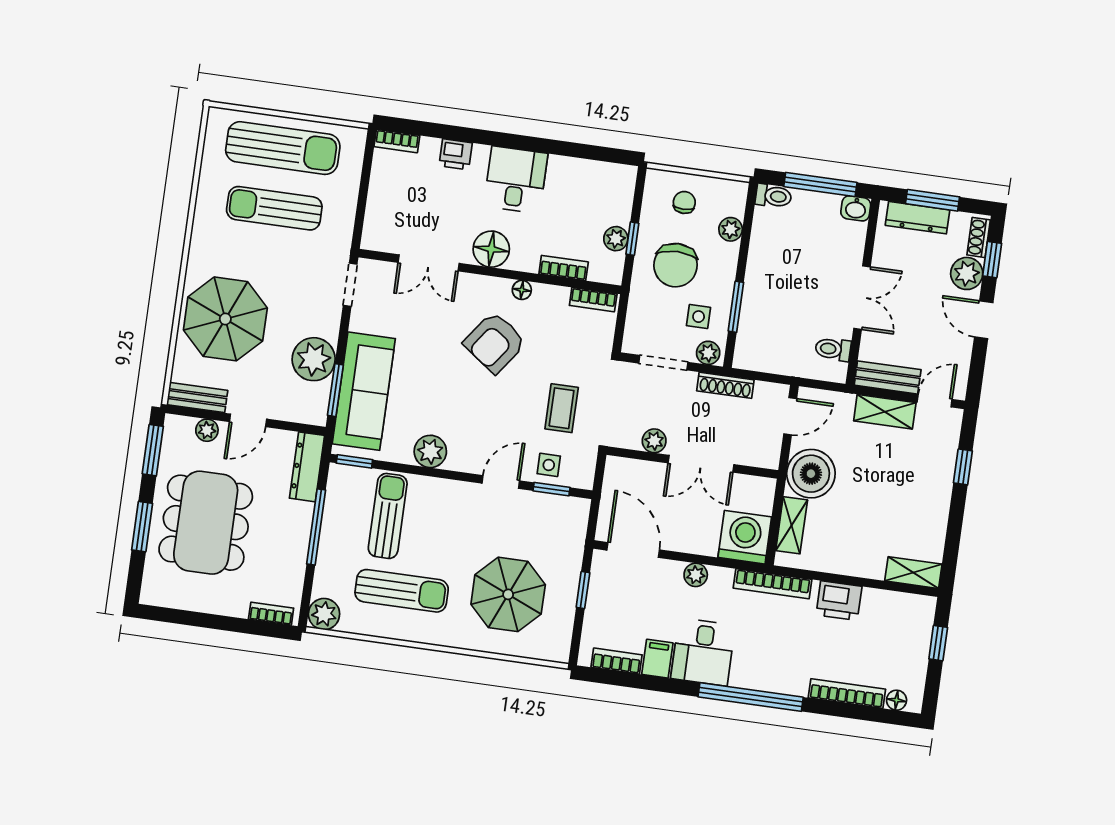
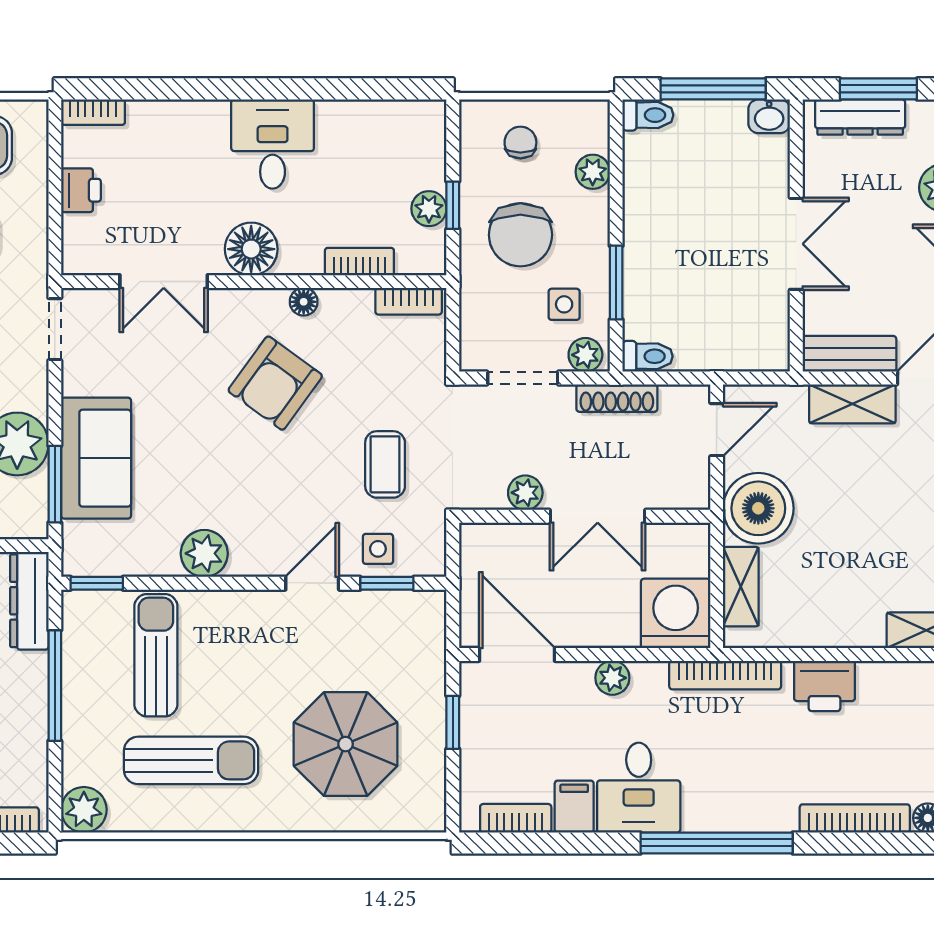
printer: (456, 154) -> (81, 190), moved, turned -90
toilet: (833, 349) -> (648, 356), moved, turned 180
sofa: (364, 391) -> (96, 458), width x0.73

